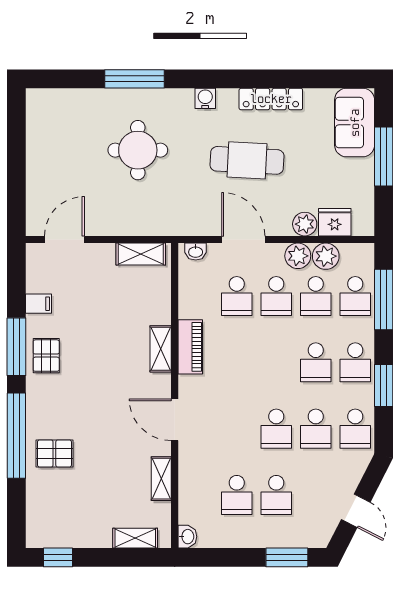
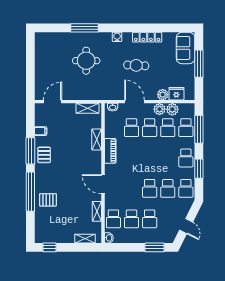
cafe table: (247, 160) -> (136, 65), width x0.73, depth x0.74
shelving: (161, 349) -> (97, 139), moved
school desk: (316, 362) -> (113, 219), moved

